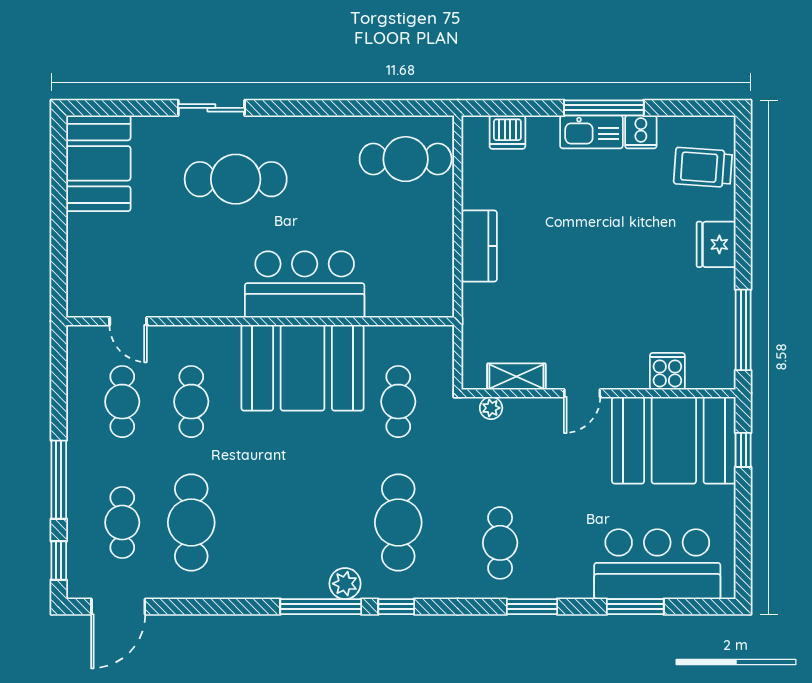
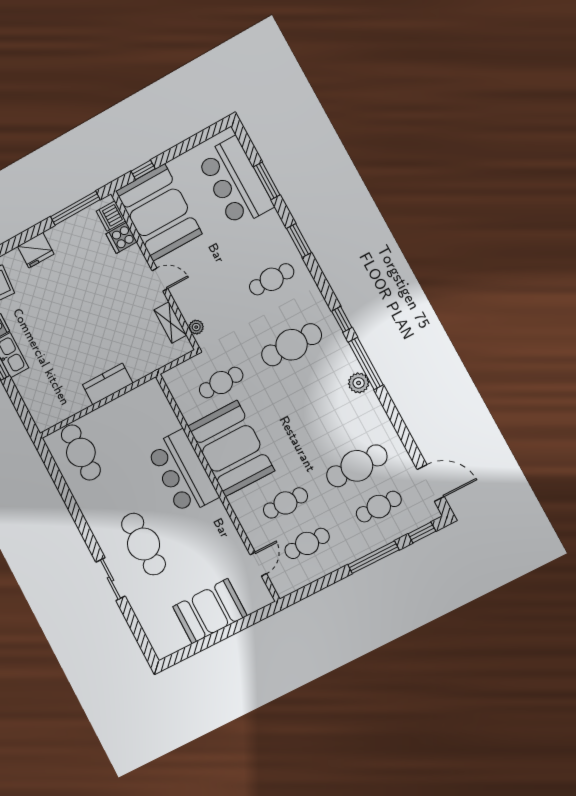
dishwasher: (507, 132) -> (111, 216), moved, turned 180
booth: (98, 163) -> (210, 611), moved
plant: (345, 584) -> (359, 383), moved

